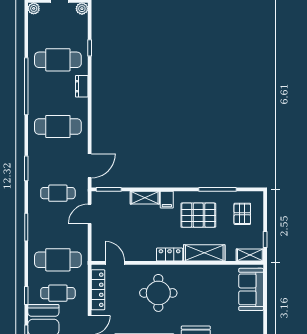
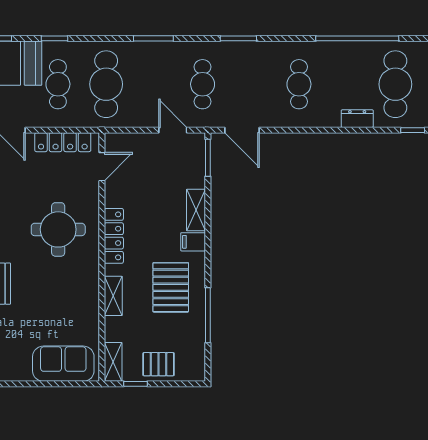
cafe table: (58, 126) -> (299, 84), width x0.73, depth x0.74
pallet: (242, 214) -> (159, 364), moved
shelving: (204, 253) -> (113, 296), width x0.67, depth x0.75
locker: (170, 255) -> (114, 236), width x1.53

